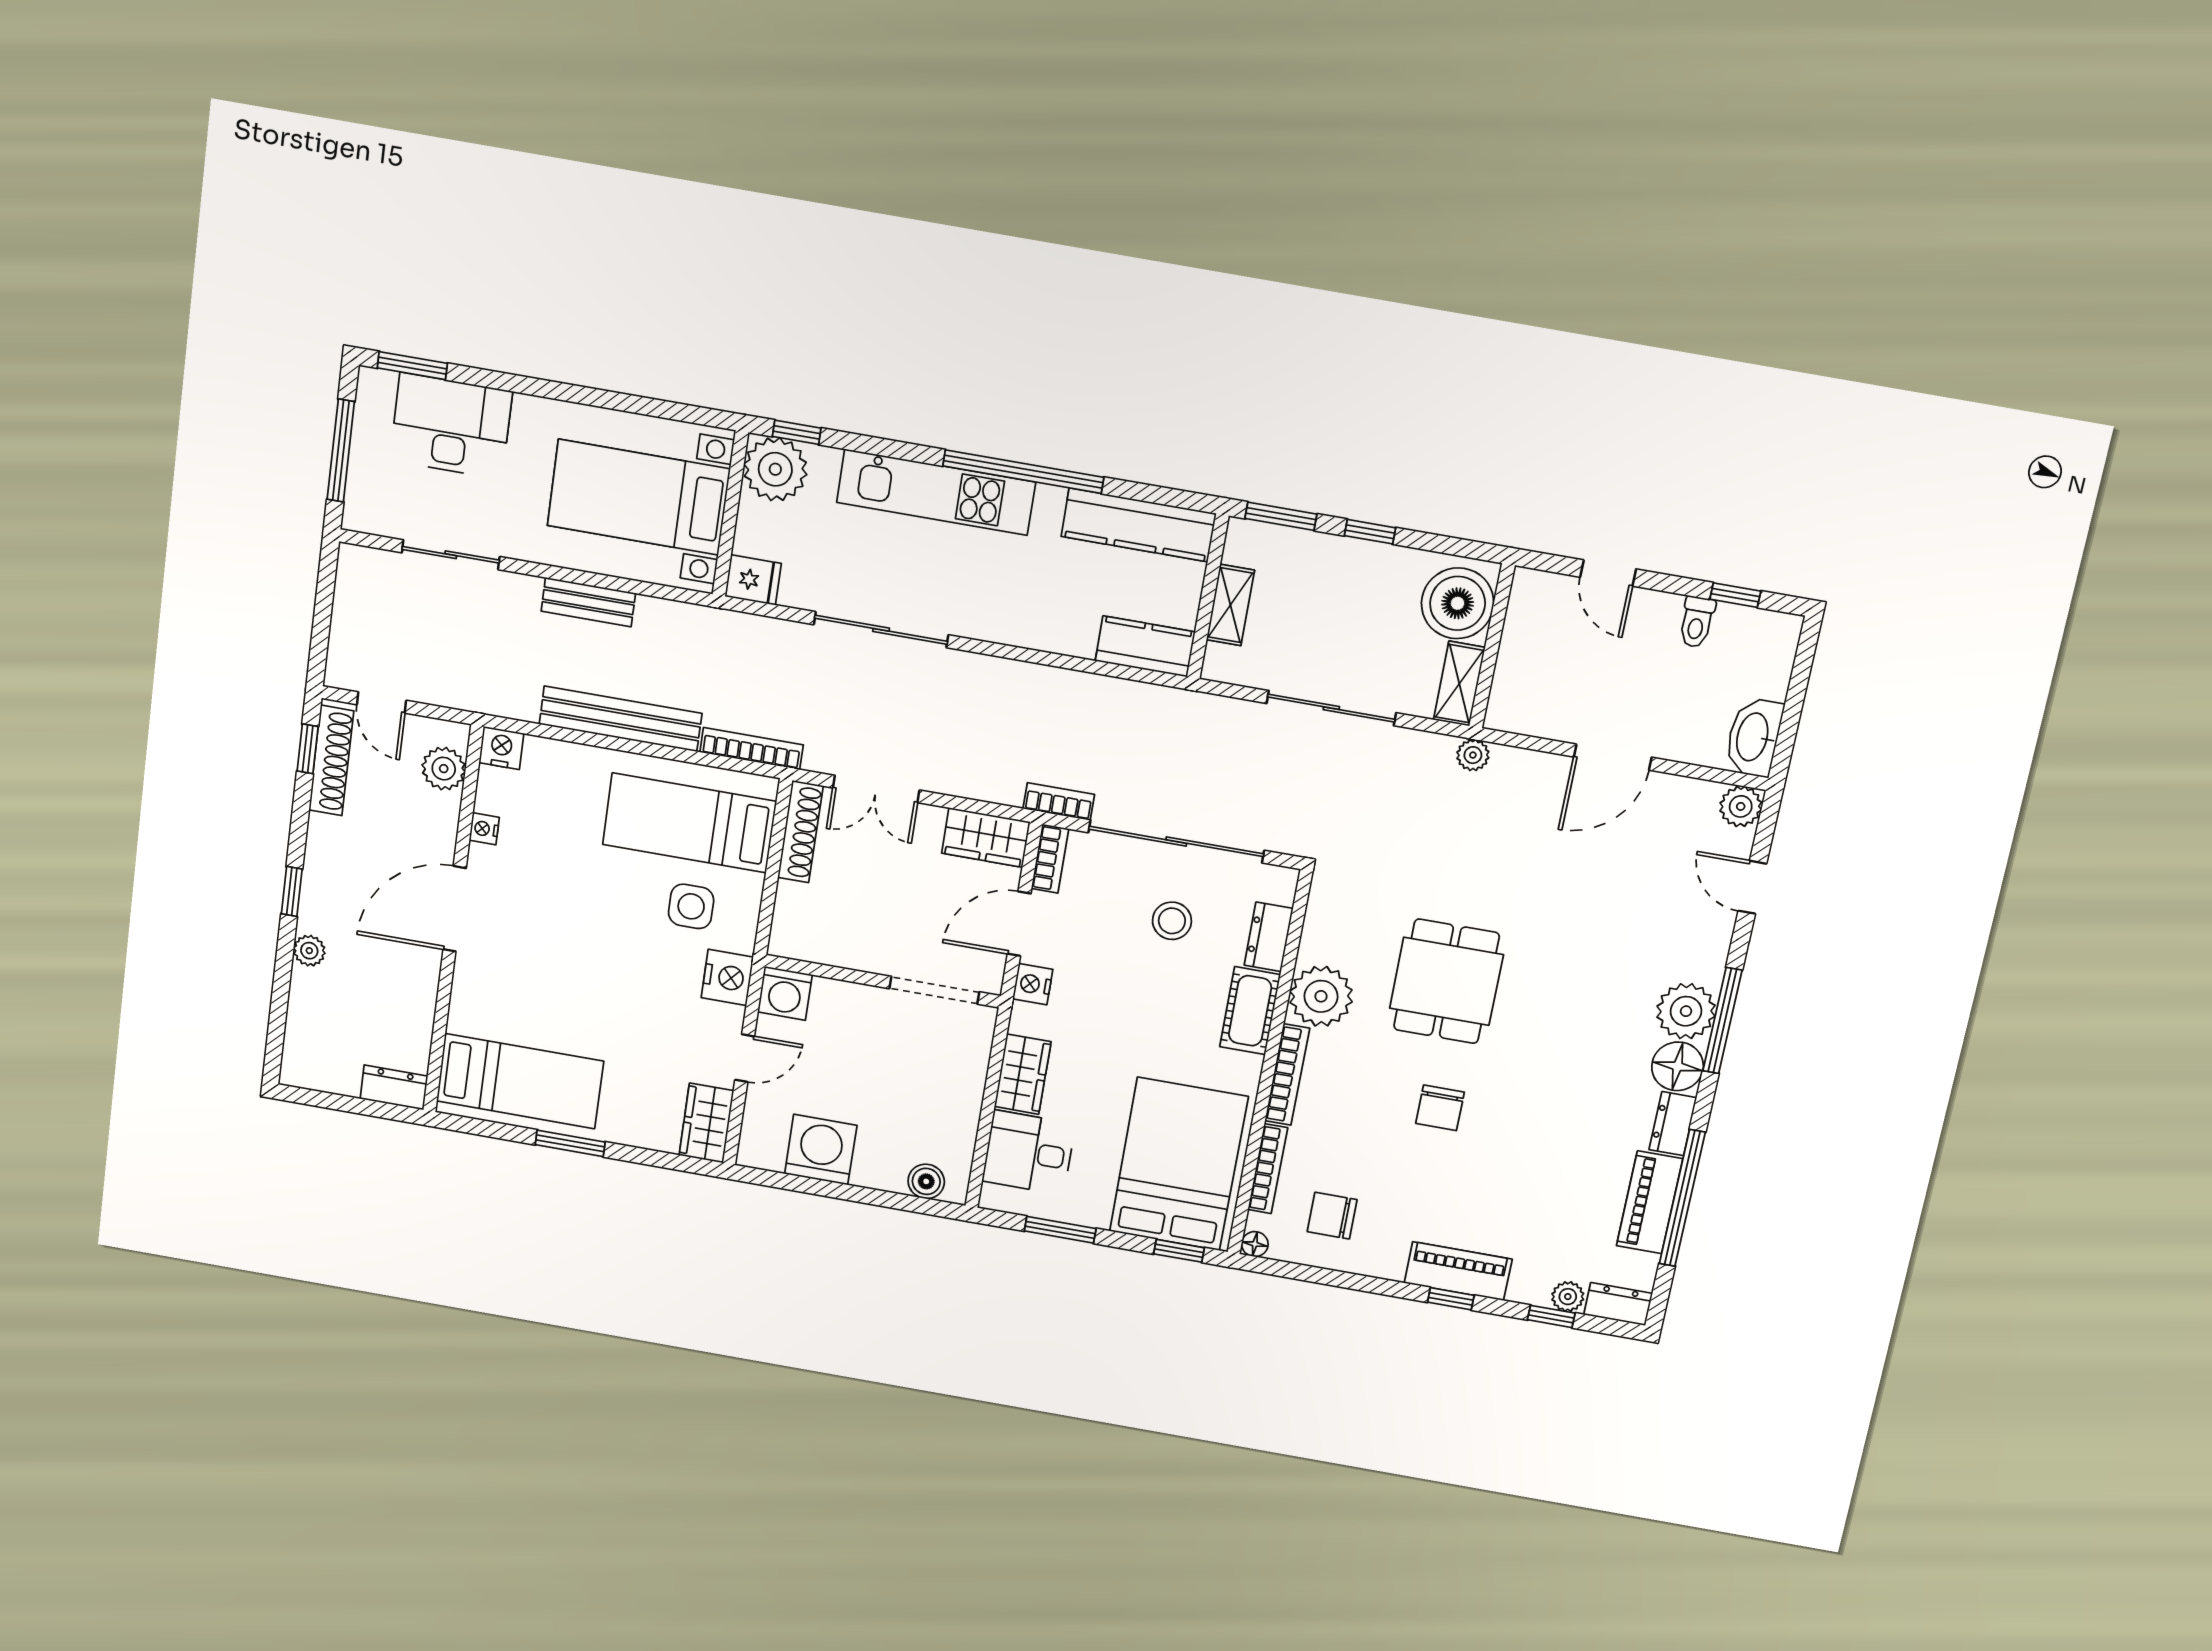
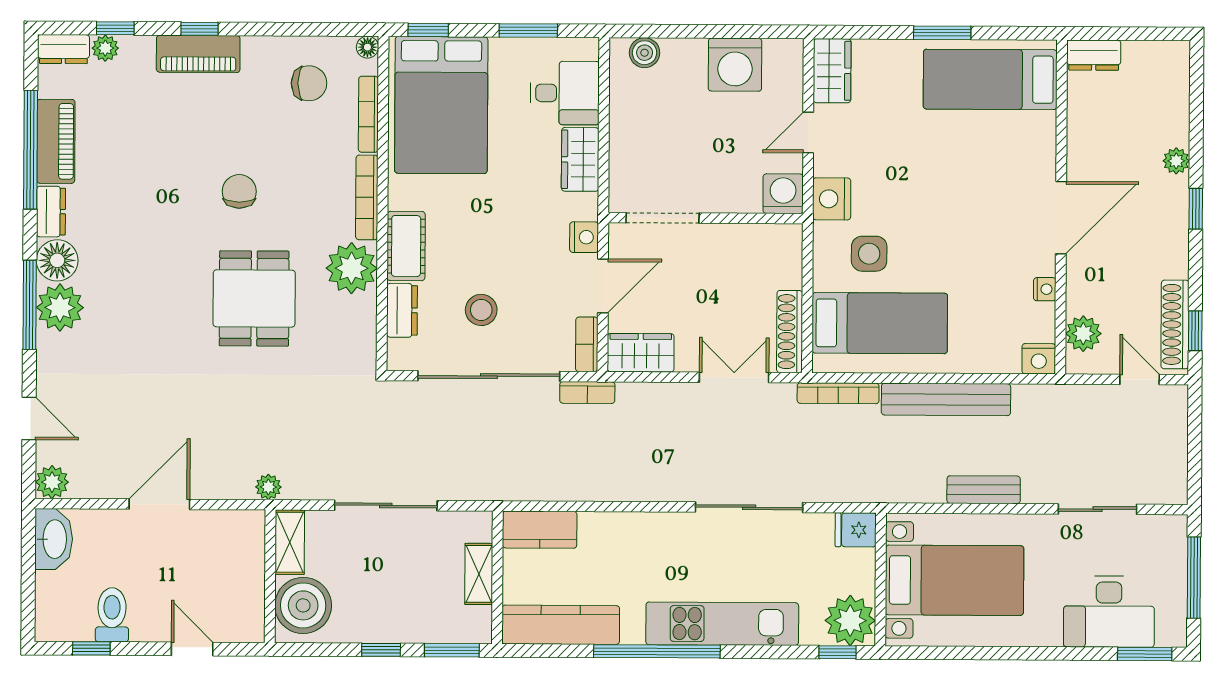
toilet: (1697, 622) -> (112, 615), width x1.37, depth x1.39

